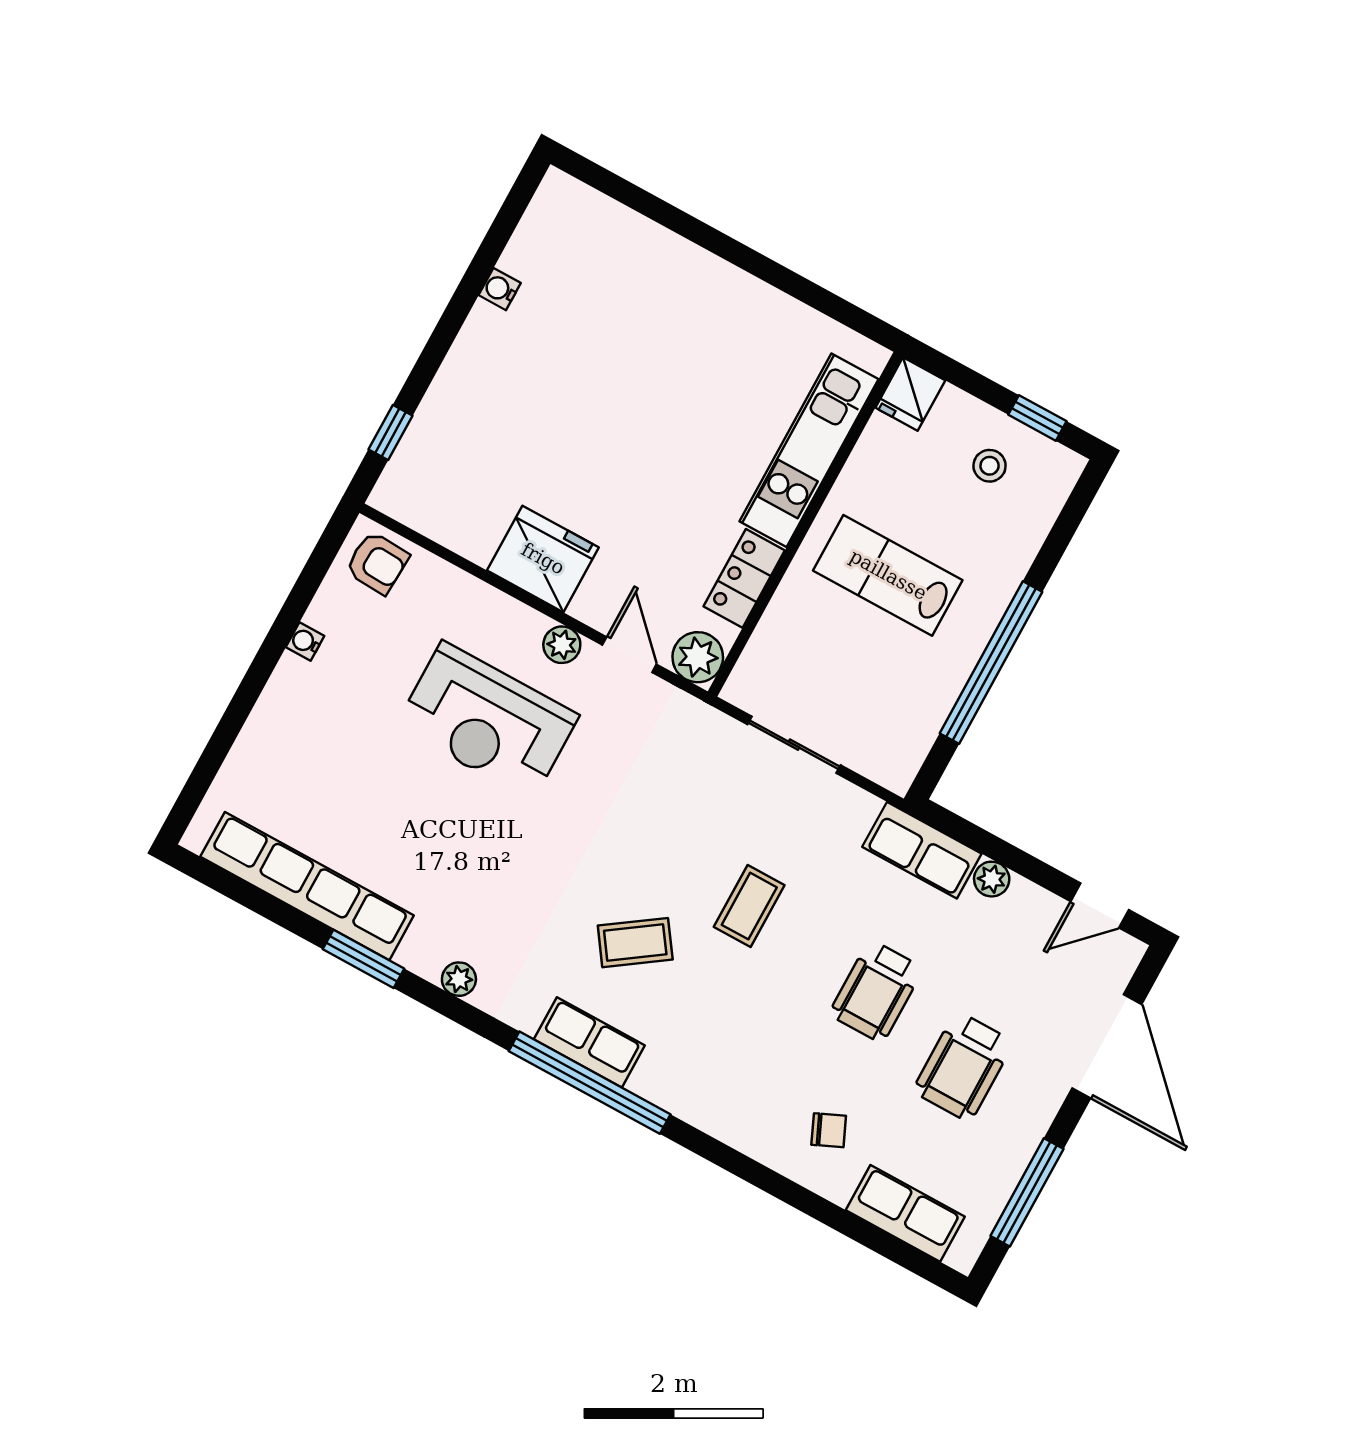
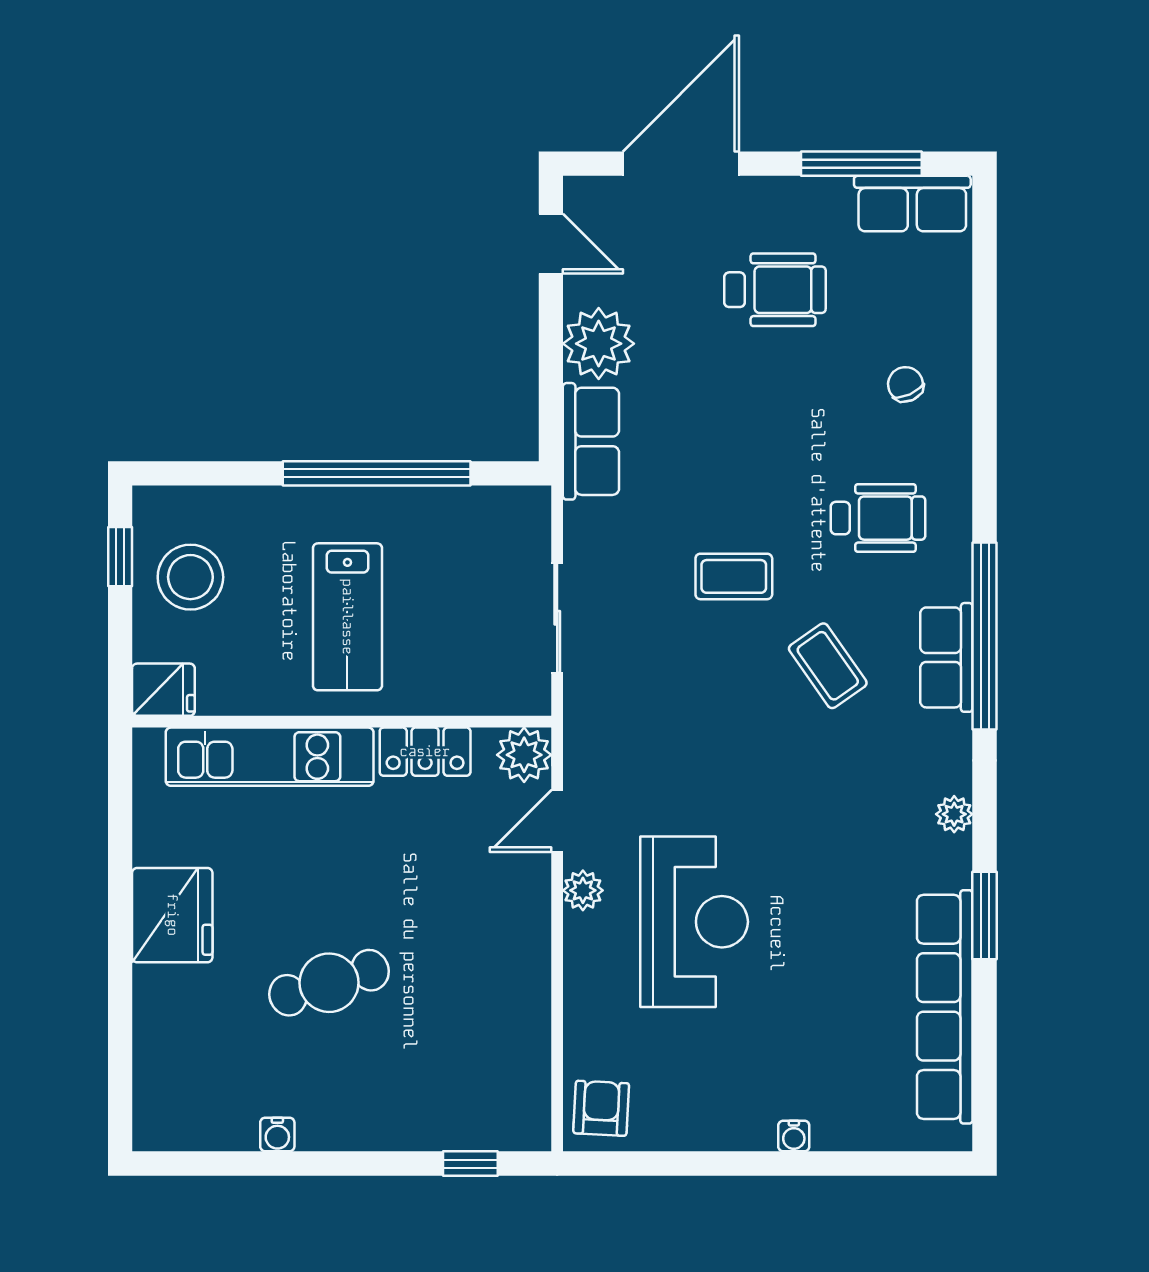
cafe table: (600, 398) -> (329, 983), added
stool: (990, 466) -> (190, 577), width x1.89, depth x1.89
fridge: (543, 559) -> (172, 915), moved, turned 180
water cooler: (305, 641) -> (794, 1136), moved
plant: (992, 879) -> (599, 344), width x1.88, depth x1.88
wheelchair: (876, 991) -> (878, 518), moved
row of seats: (905, 1213) -> (912, 204), moved, turned -90

